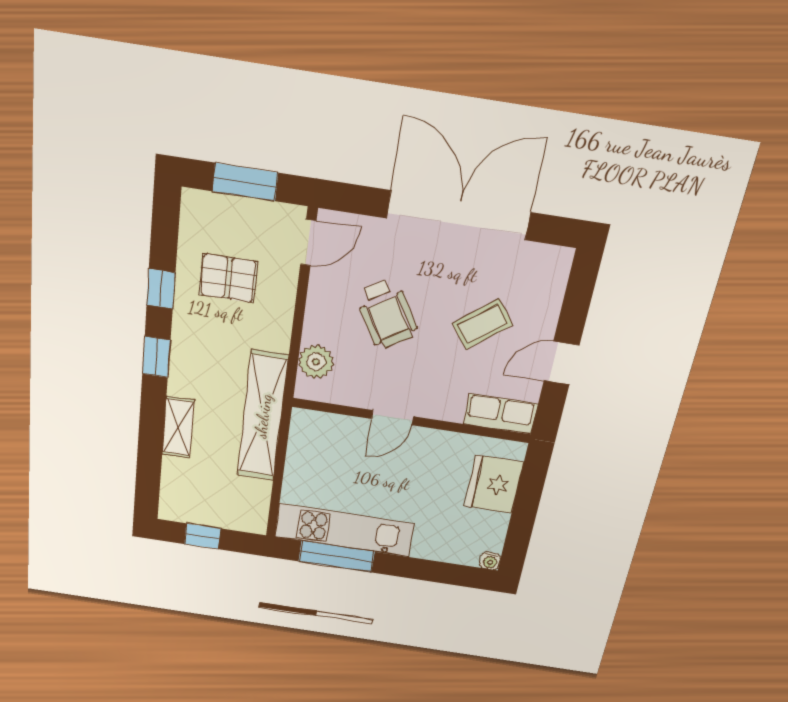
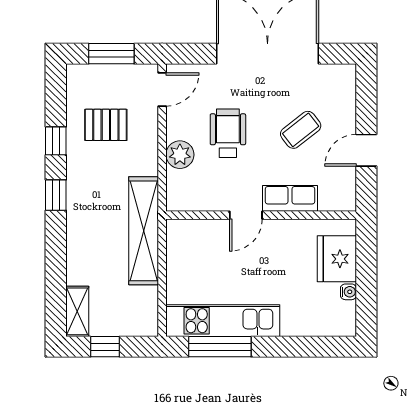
wheelchair: (387, 314) -> (228, 133), turned -149
plant: (316, 362) -> (180, 155), moved
row of seats: (500, 414) -> (290, 198), moved
shelving: (178, 427) -> (77, 311), moved
water cooler: (490, 561) -> (348, 292), moved, turned -90

